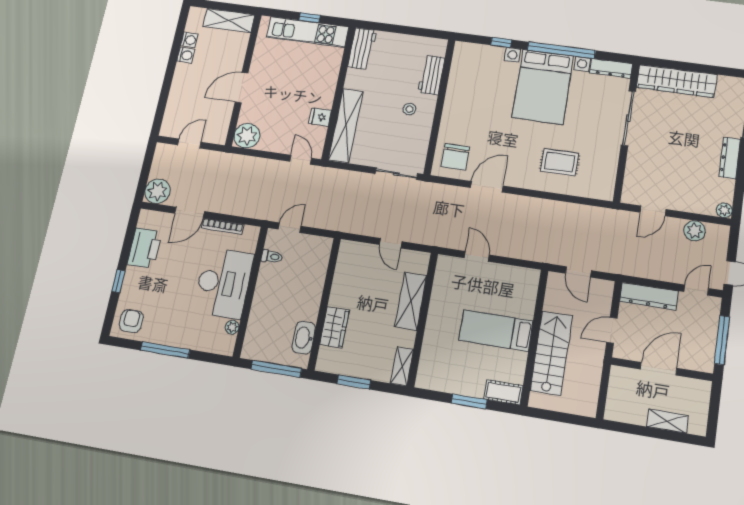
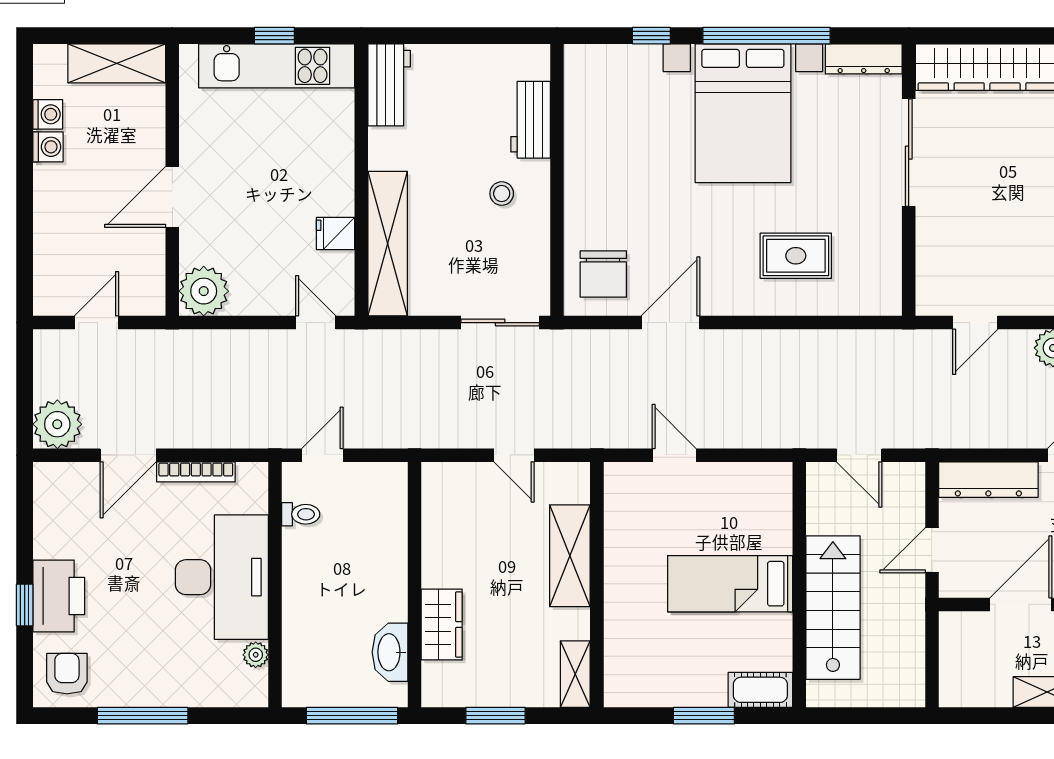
printer: (145, 248) -> (59, 596), moved

